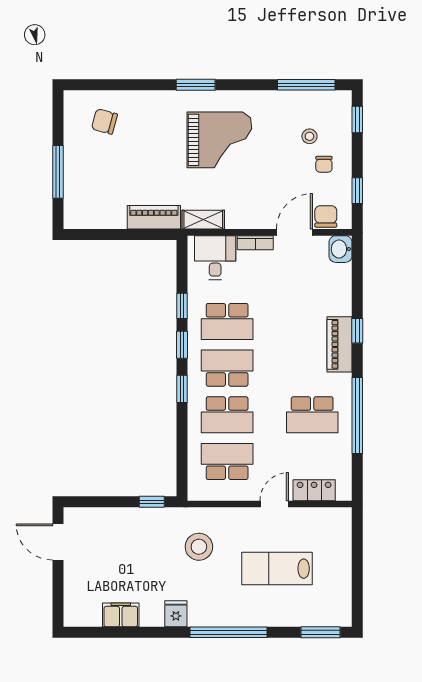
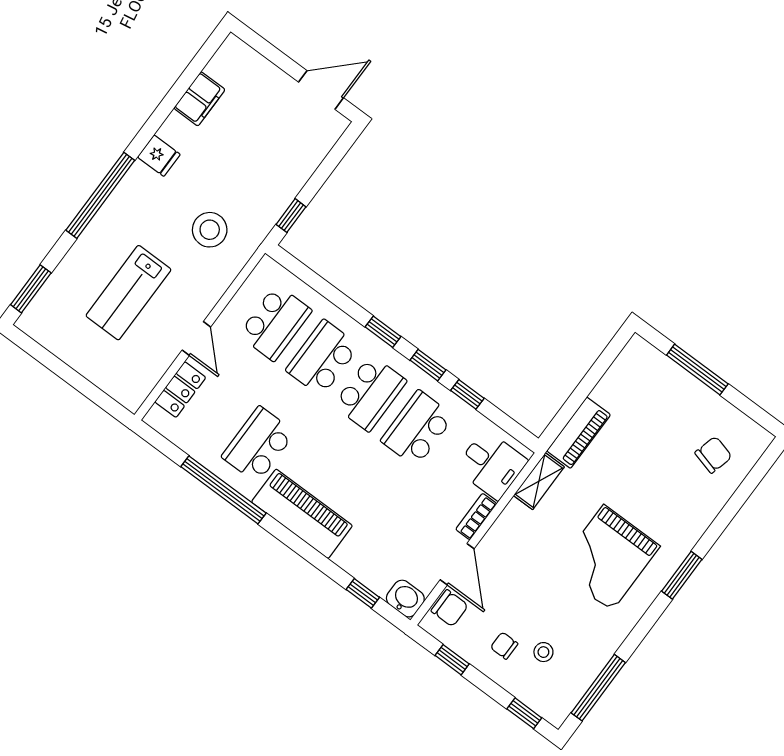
window: (357, 331) -> (363, 593), moved
piano: (340, 344) -> (302, 514), width x1.37, depth x1.33
lab bench: (277, 569) -> (128, 293), turned 180

